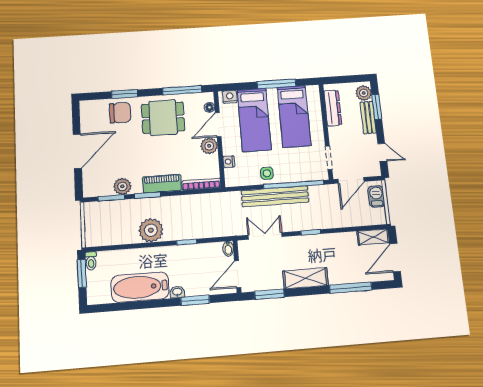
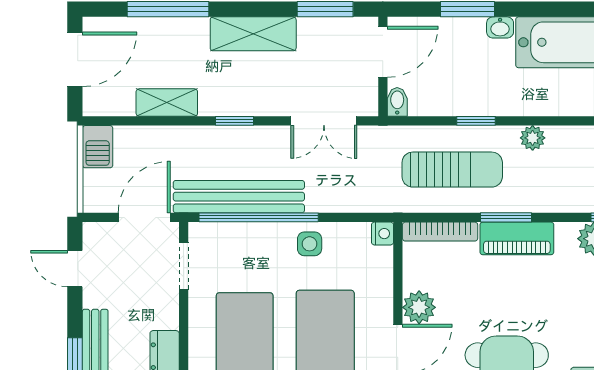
nightstand: (229, 162) -> (382, 234), moved
window: (147, 195) -> (506, 217), moved
bench: (275, 196) -> (239, 197), moved
barbecue: (376, 196) -> (98, 147), moved
sun lounger: (197, 216) -> (452, 170), added
plant: (151, 230) -> (533, 138), width x0.53, depth x0.53
shelving: (373, 237) -> (167, 103), moved

